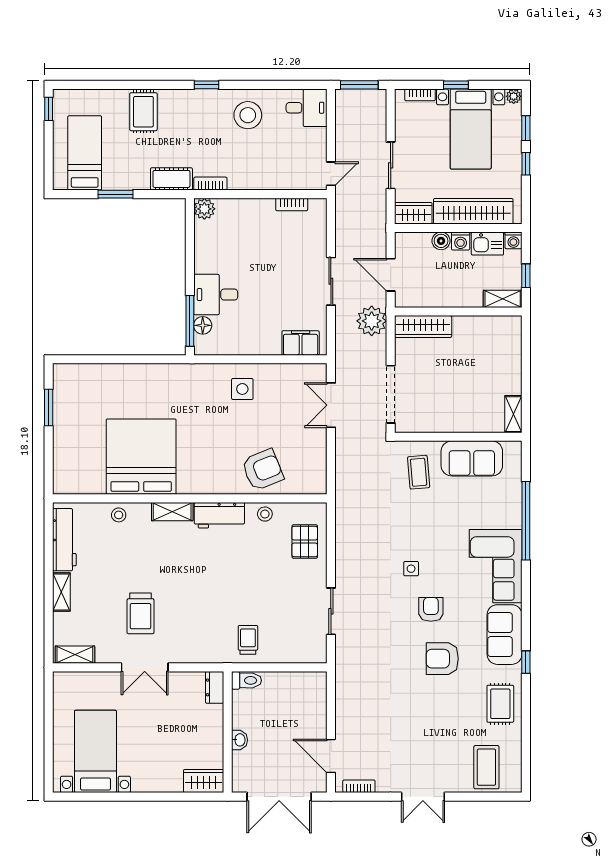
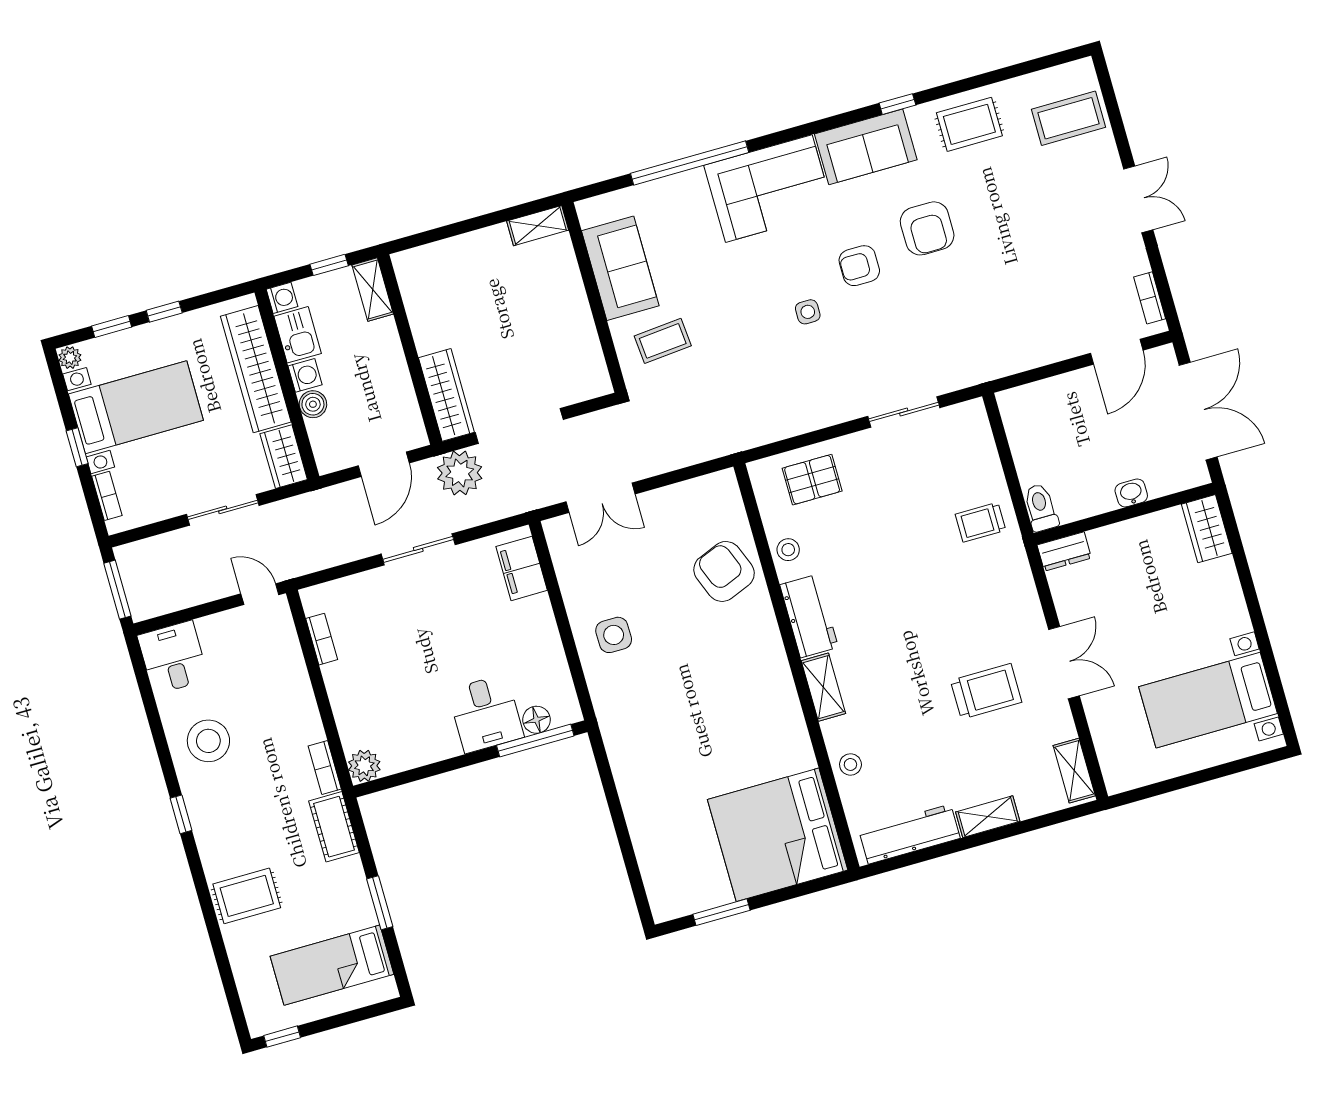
doorway: (391, 394) -> (519, 426), moved
bed: (141, 457) -> (778, 835), moved

